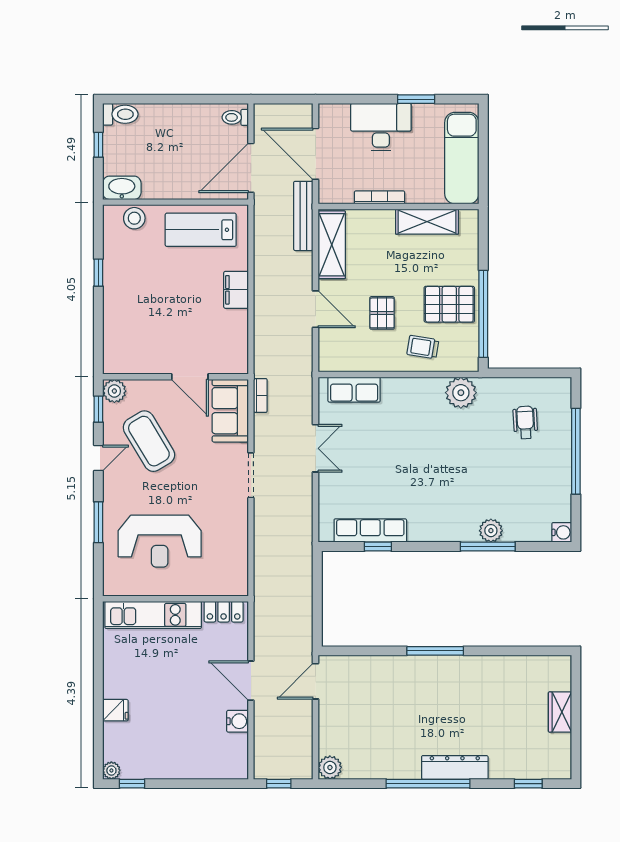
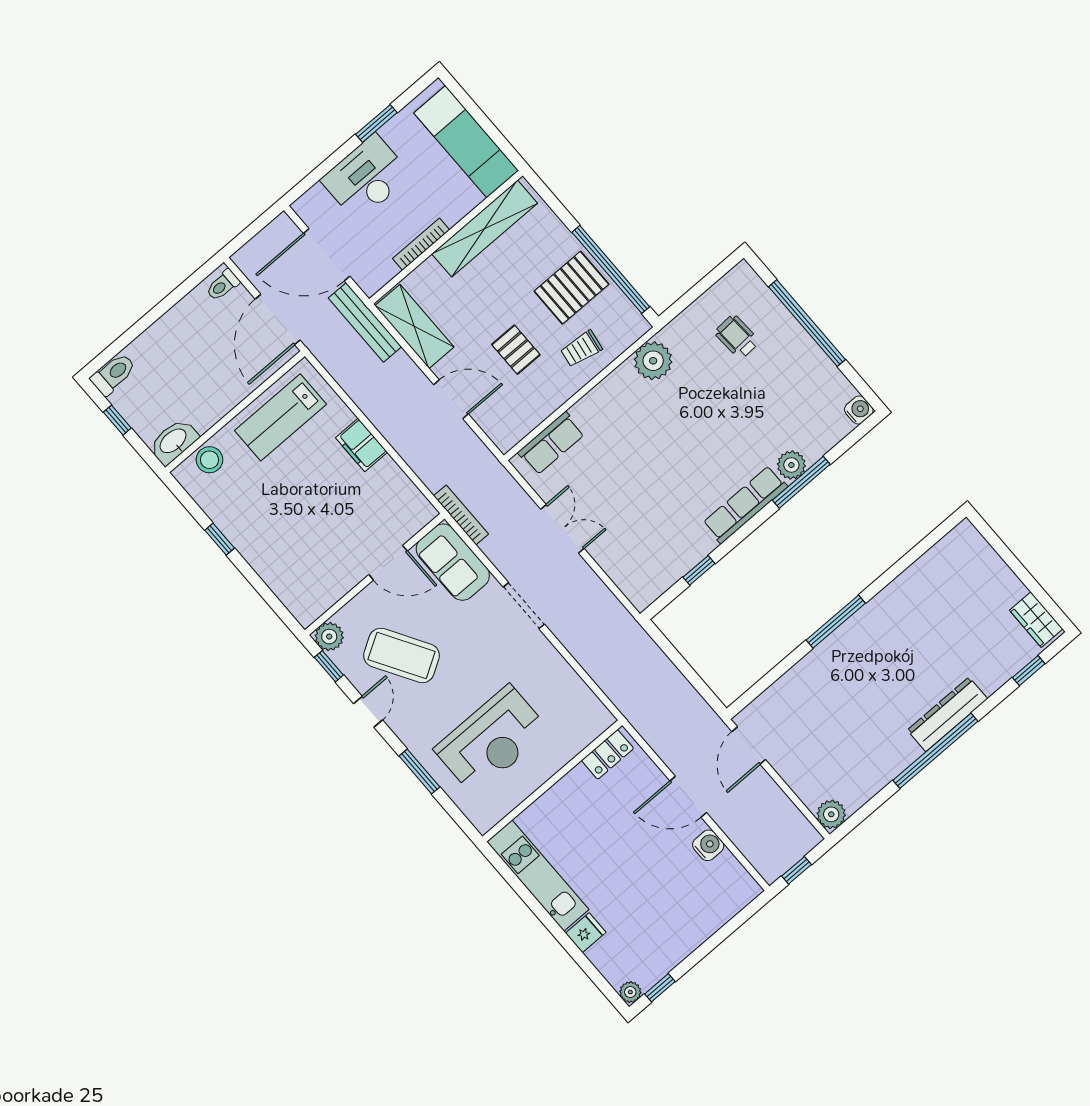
shelving: (427, 222) -> (485, 229), width x1.47
bookcase: (260, 395) -> (461, 515), width x1.56
row of seats: (370, 531) -> (745, 505), moved
kitchen unit: (153, 615) -> (538, 876), moved, turned -90
wardrobe: (560, 712) -> (1036, 620), moved

